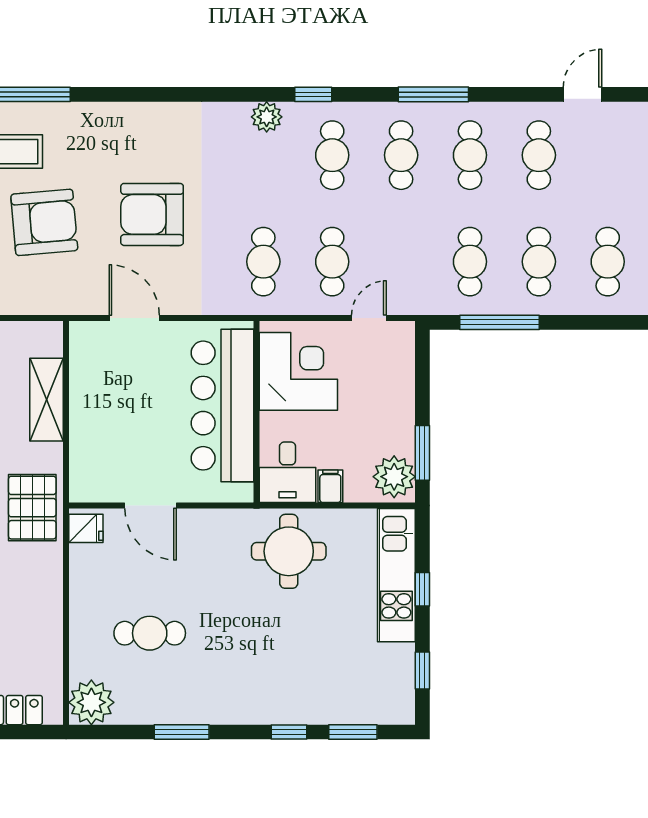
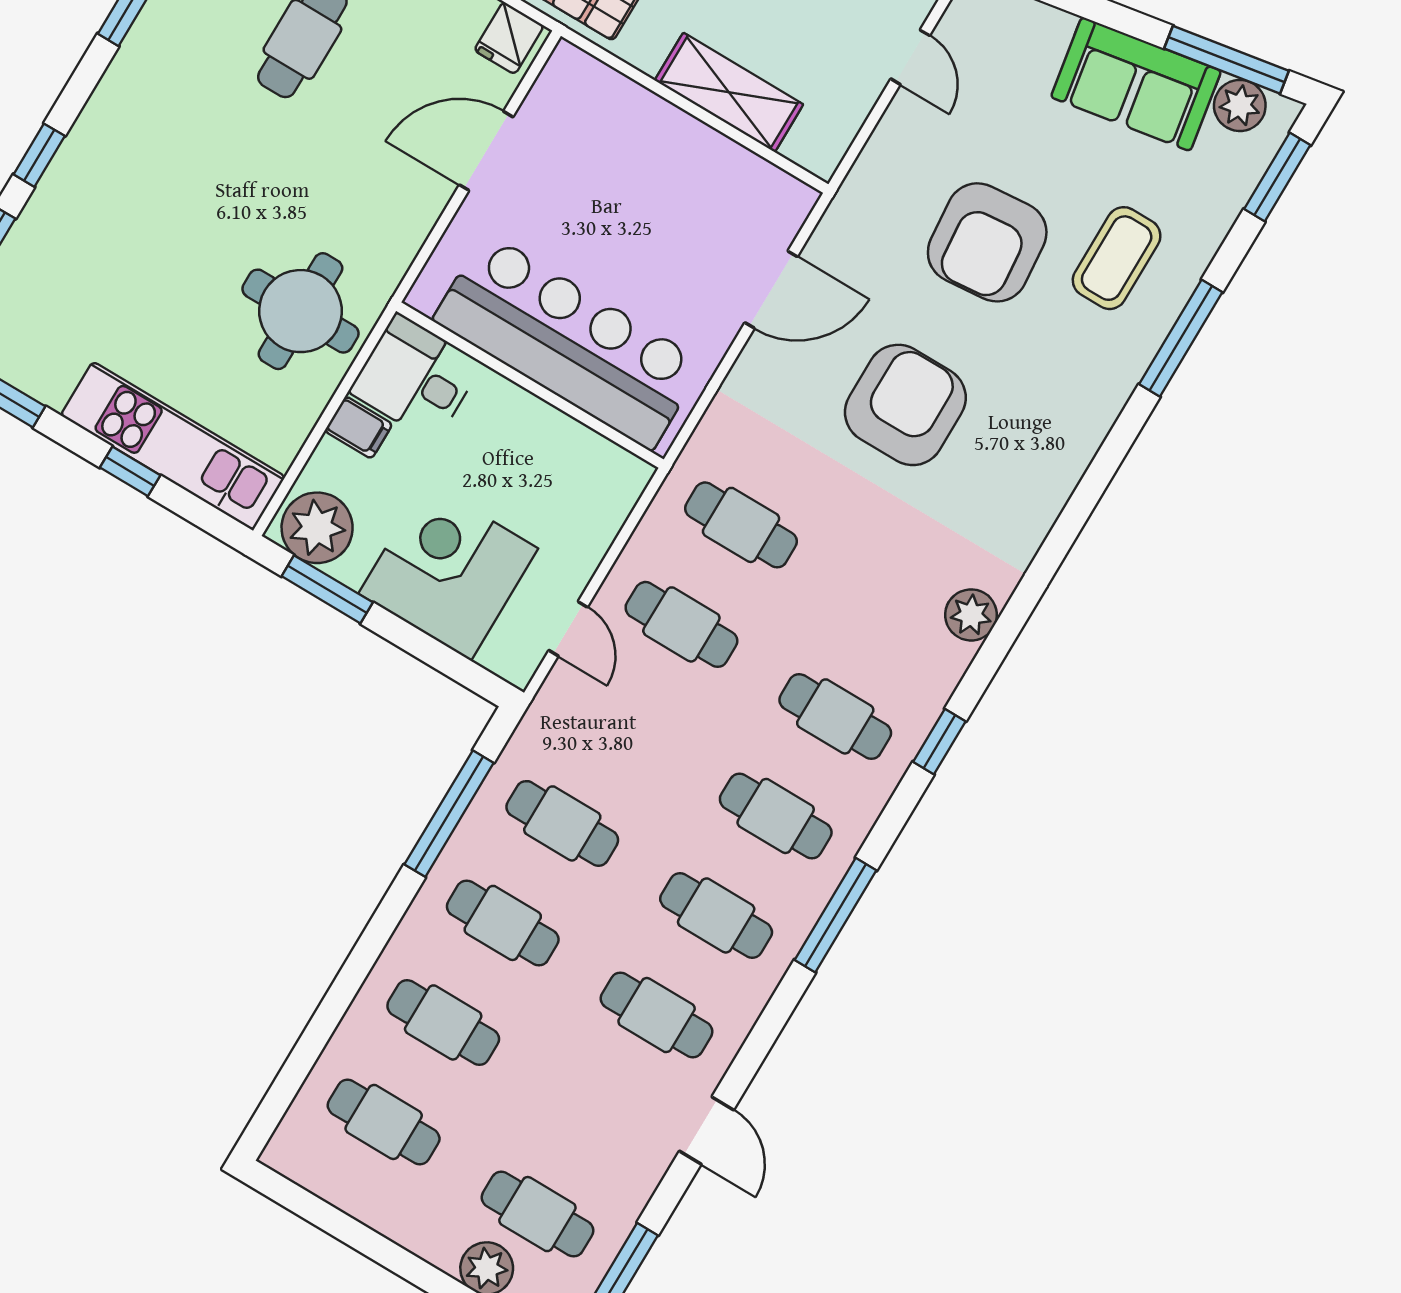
plant: (267, 117) -> (971, 615), moved
corner desk: (298, 371) -> (448, 571), moved, turned 180

